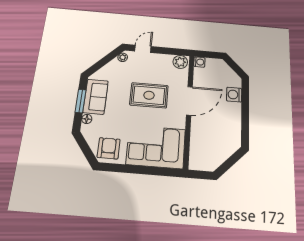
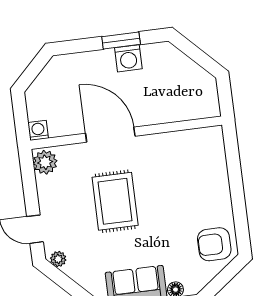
washing machine: (234, 95) -> (128, 58), moved
window: (245, 119) -> (121, 40), added
corner sofa: (156, 147) -> (197, 173), removed

